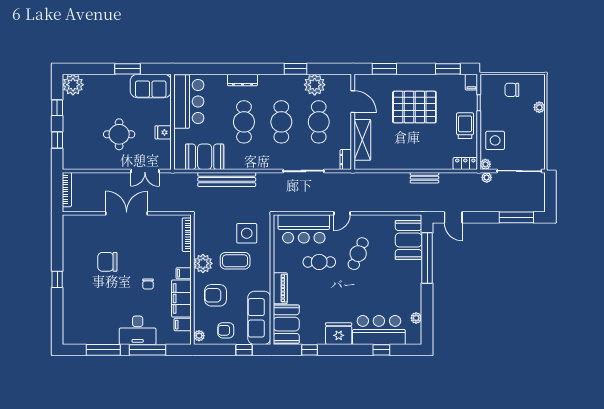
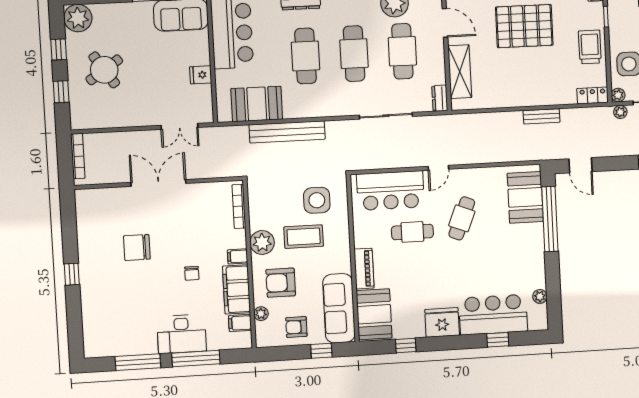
round table: (119, 134) -> (104, 70), moved, turned -34
plant: (199, 336) -> (261, 314), moved

